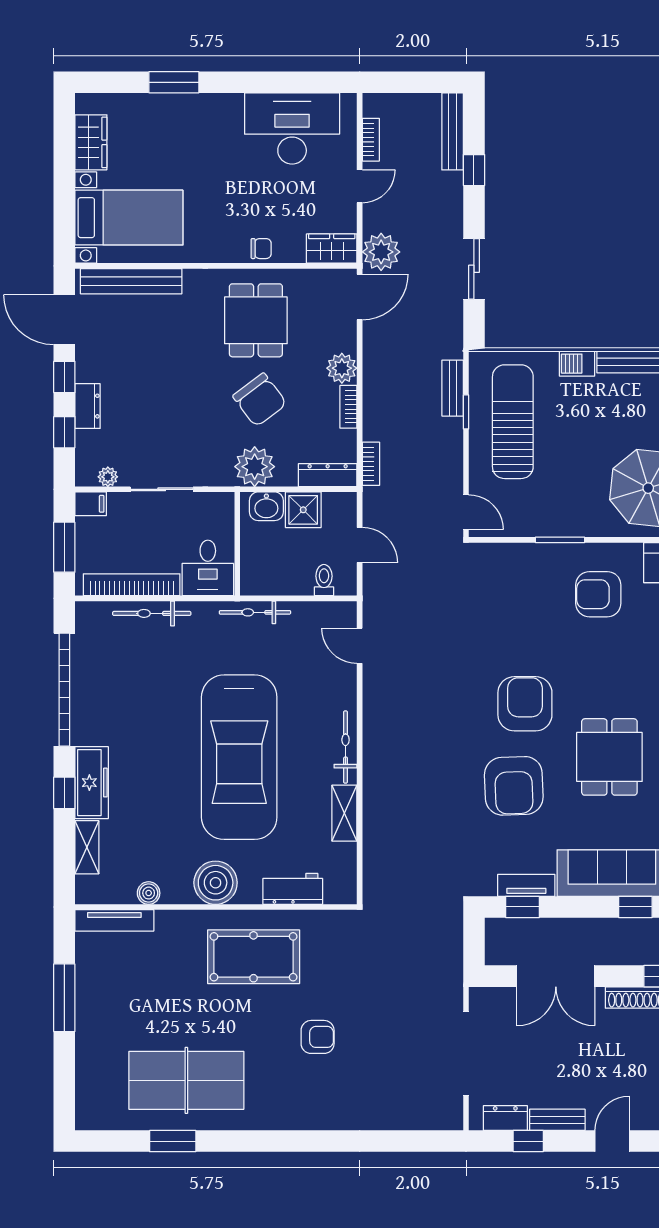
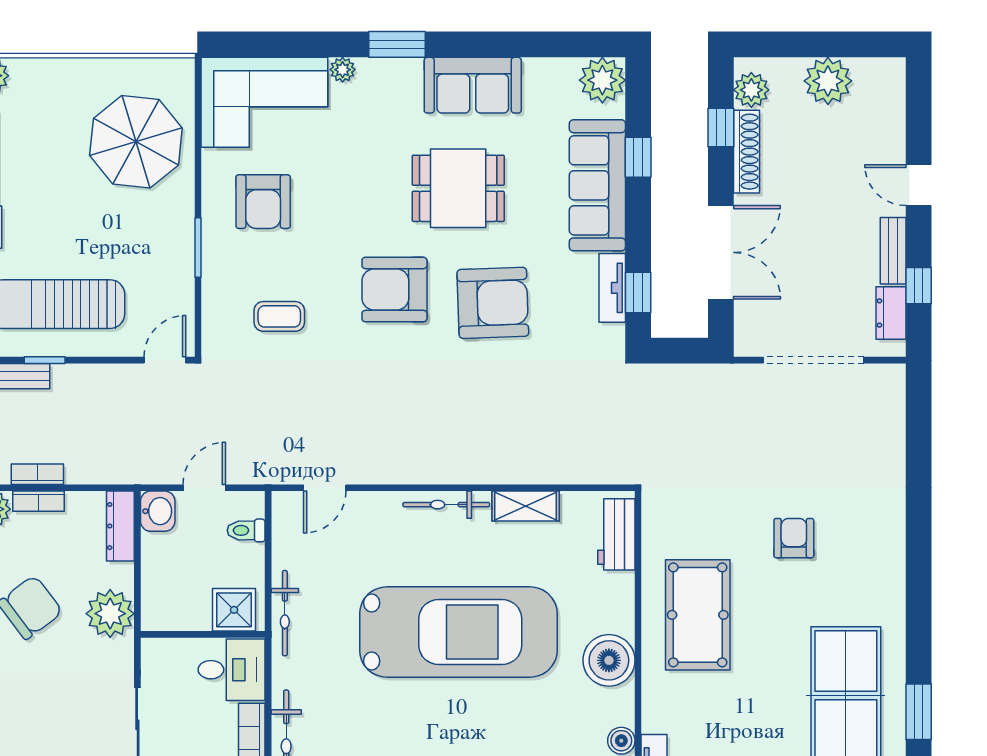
bookcase: (371, 464) -> (37, 474), moved
washbasin: (266, 506) -> (158, 511), moved
shower: (303, 510) -> (234, 610), moved
coffee table: (502, 608) -> (279, 316), added
workbench: (293, 889) -> (616, 534), moved

